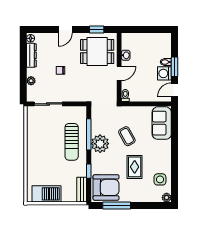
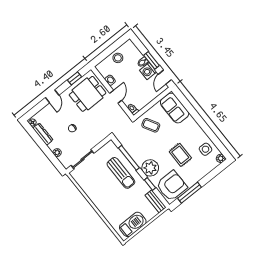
stool: (148, 42) -> (118, 58), added
coffee table: (127, 136) -> (151, 125), moved
plant: (100, 144) -> (150, 168), moved

